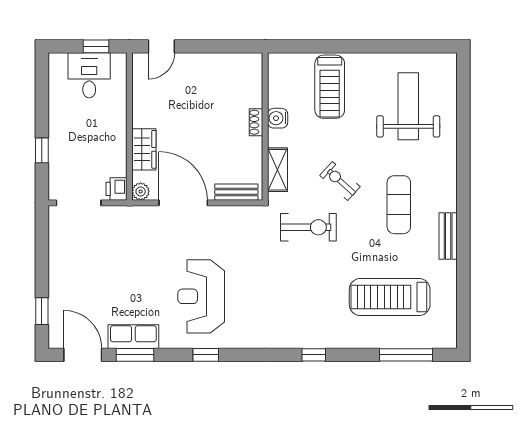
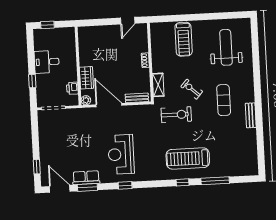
window: (96, 46) -> (47, 25), moved
door: (161, 46) -> (128, 21), moved
desk: (89, 75) -> (47, 62), moved, turned -90
water cooler: (278, 118) -> (157, 57), removed
printer: (116, 189) -> (72, 88), moved
treadmill: (390, 297) -> (188, 158), moved
window: (406, 355) -> (215, 181), moved

